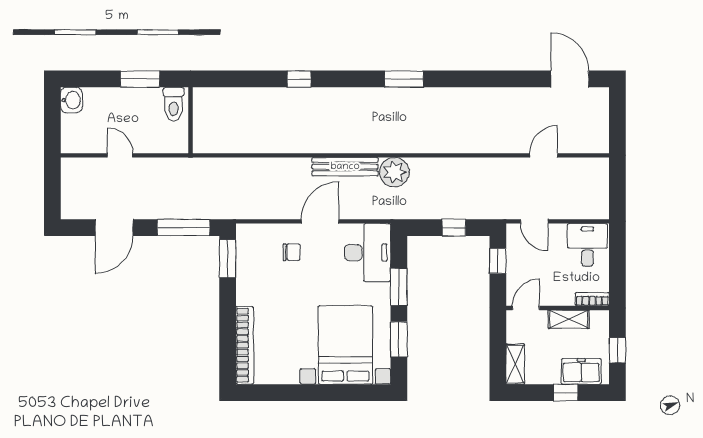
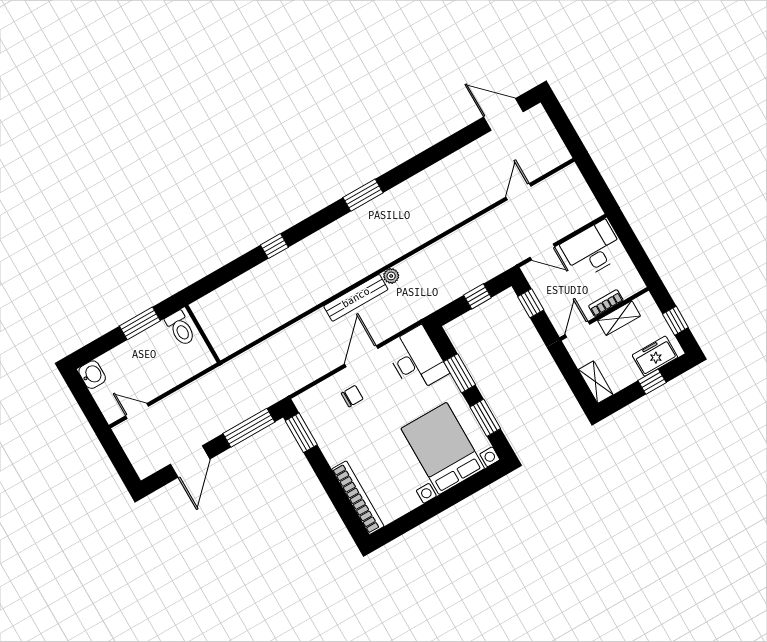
door: (120, 155) -> (137, 411), moved
plant: (395, 172) -> (391, 276), width x0.53, depth x0.53
desk: (587, 245) -> (593, 250), width x1.37
bookcase: (592, 299) -> (606, 303), moved

